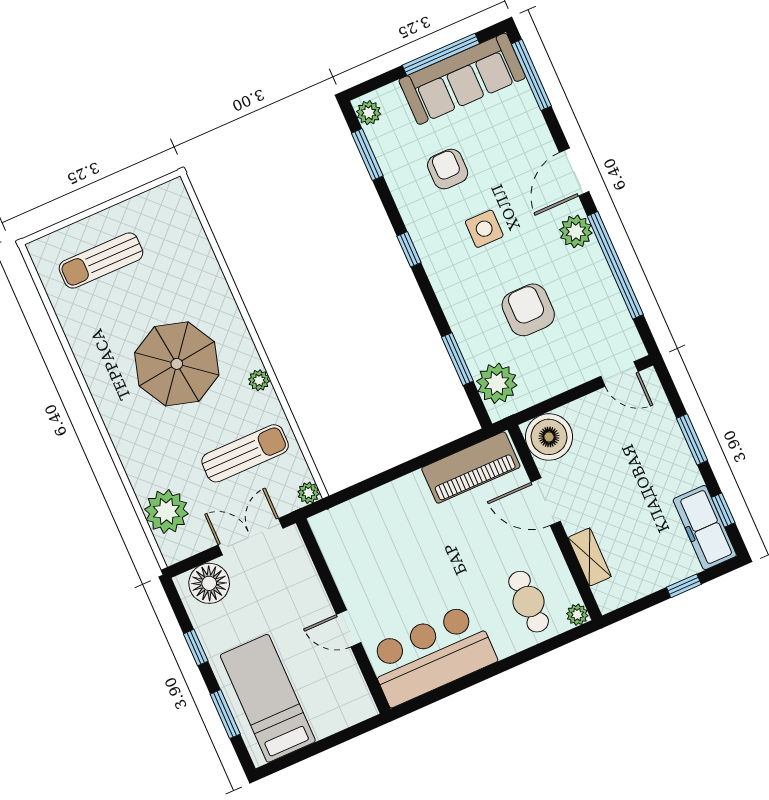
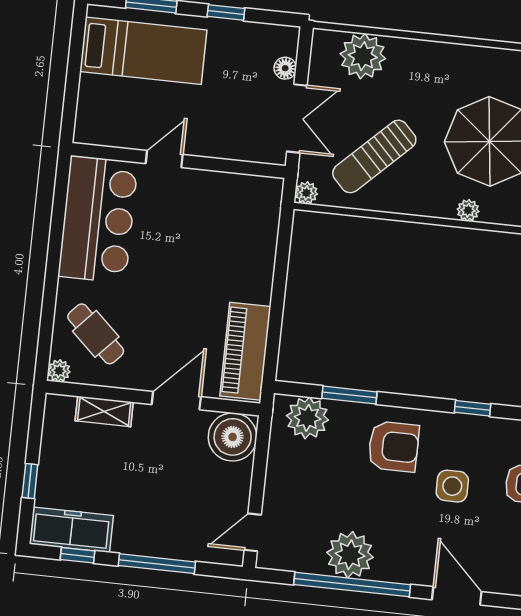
plant: (576, 231) -> (350, 555), moved, width x1.36, depth x1.36
armchair: (528, 310) -> (393, 446), moved
plant: (259, 380) -> (468, 210), moved
window: (692, 439) -> (157, 564), width x1.44
sun lounger: (245, 453) -> (374, 156), turned 46
floor lamp: (209, 583) -> (285, 68), width x0.53, depth x0.53
cafe table: (529, 602) -> (96, 334), turned 43

